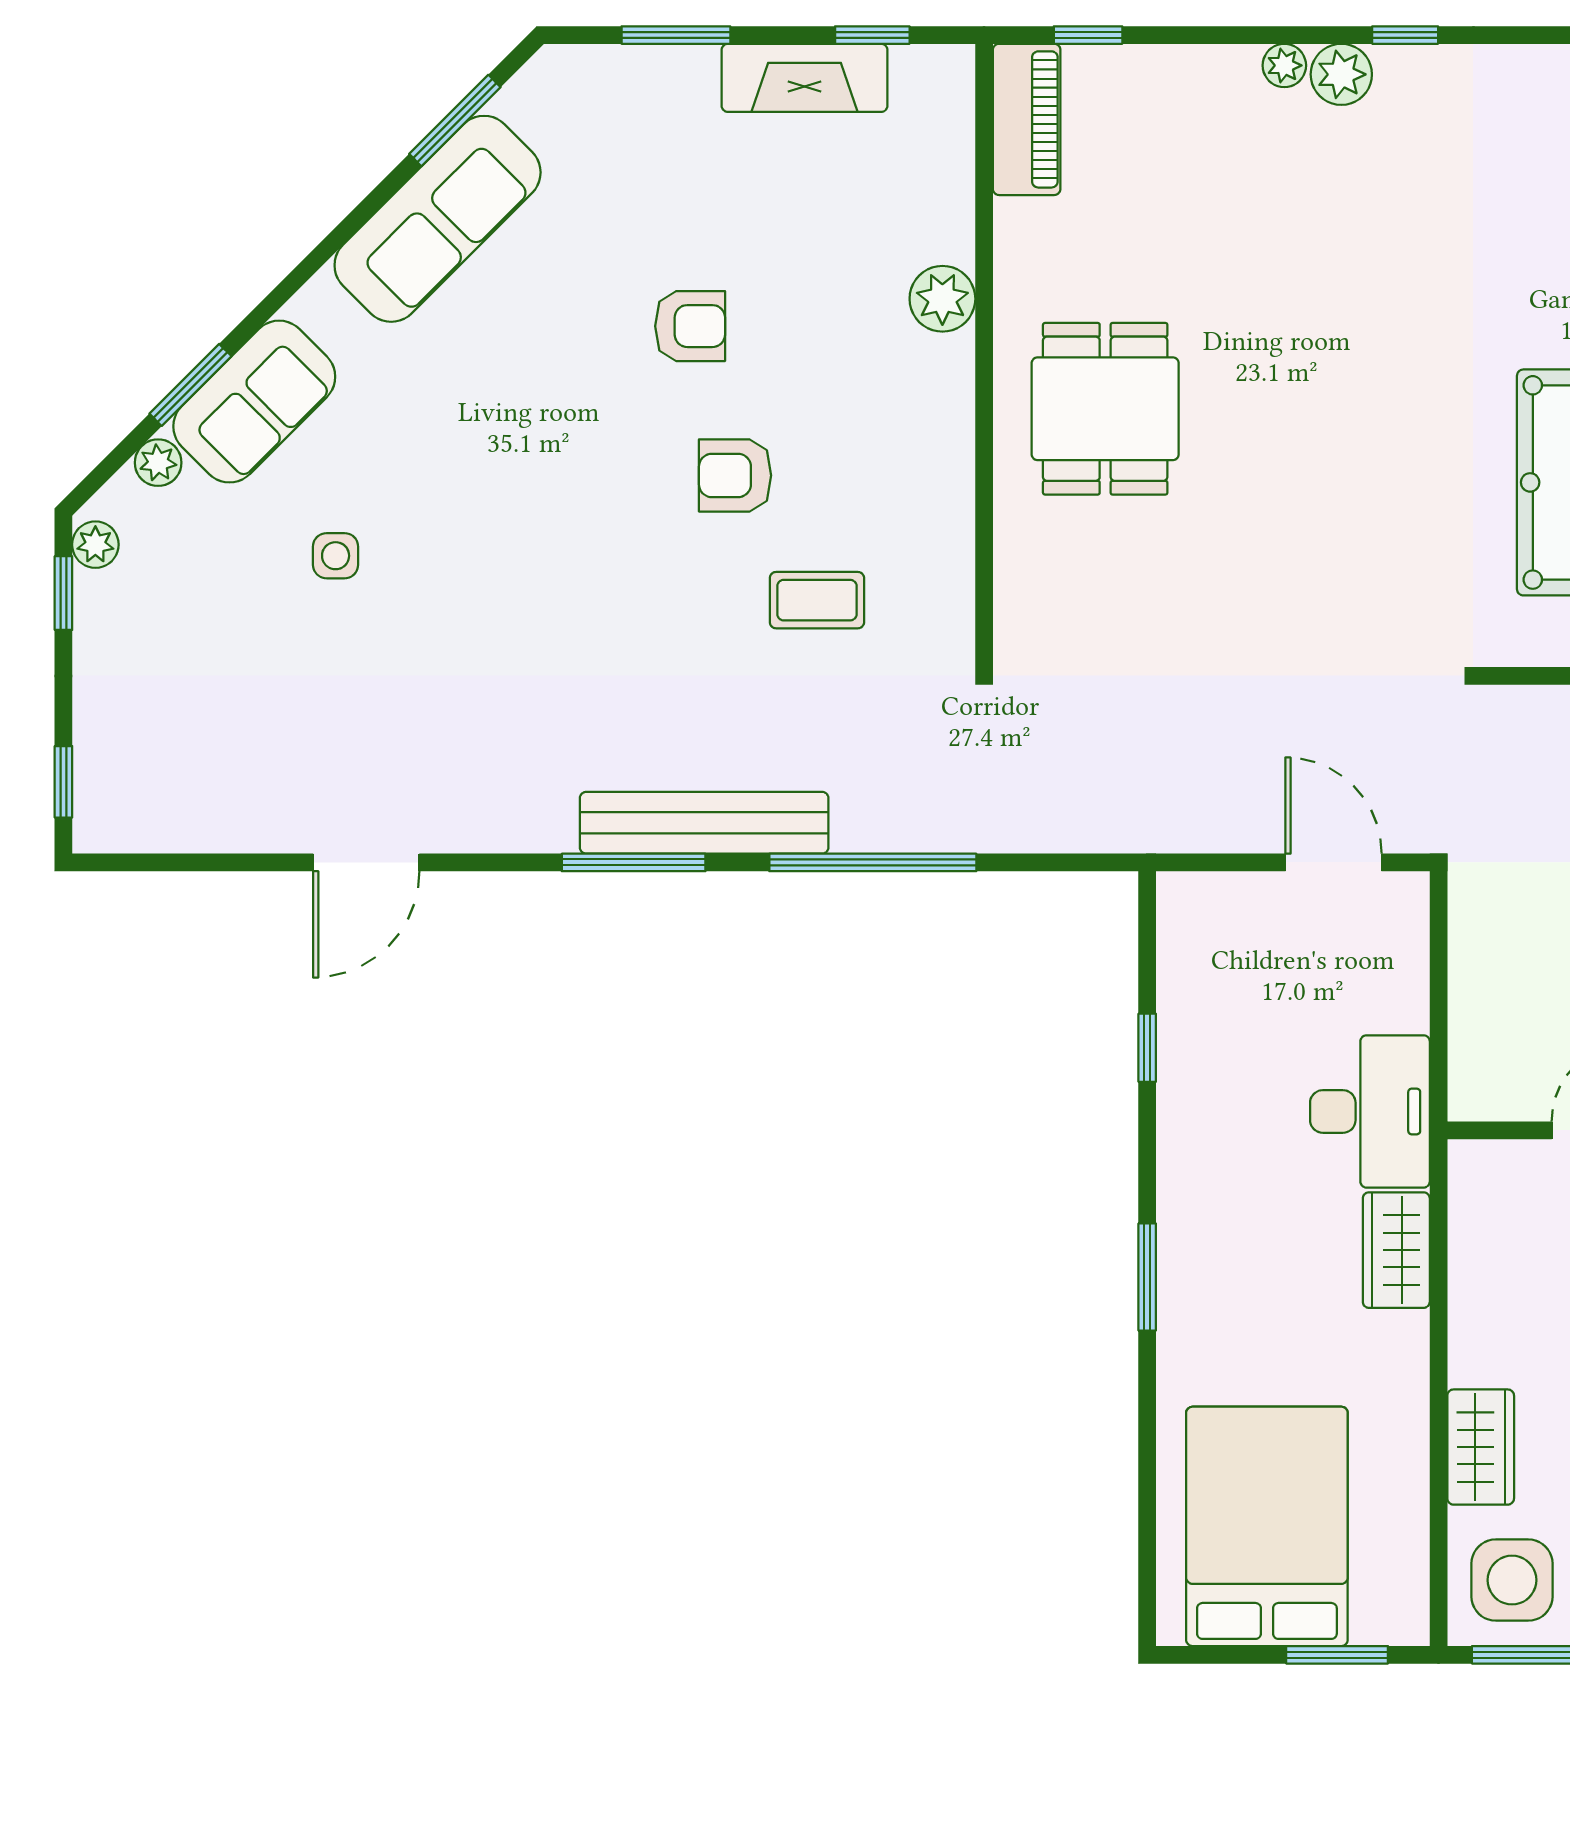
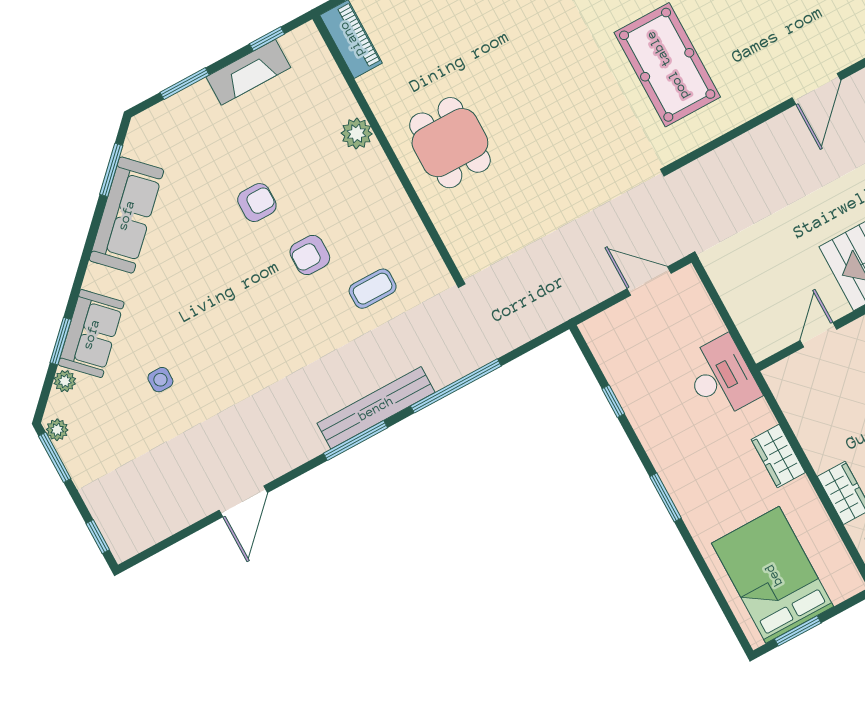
window: (63, 593) -> (55, 457), width x1.50
wardrobe: (1396, 1250) -> (778, 456), moved
window: (1337, 1655) -> (798, 631), moved

